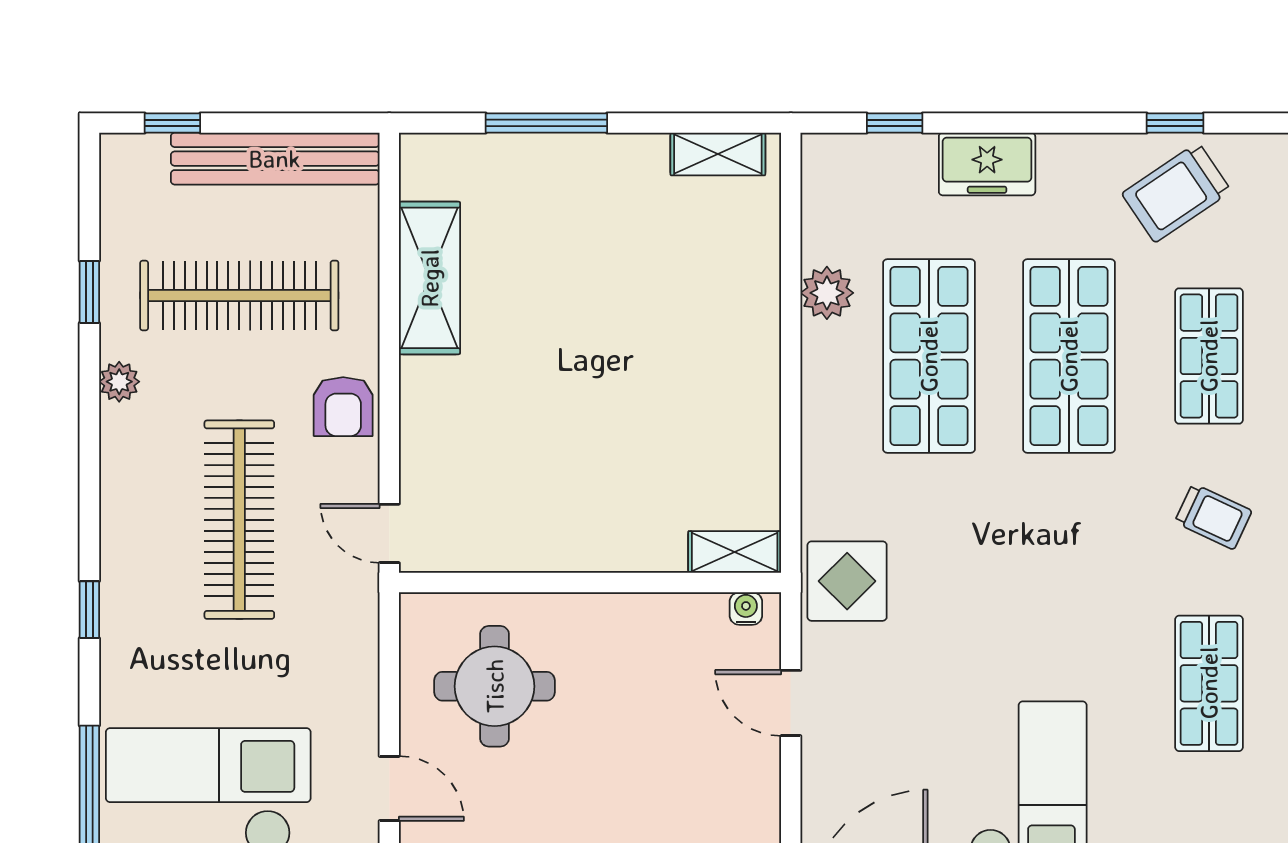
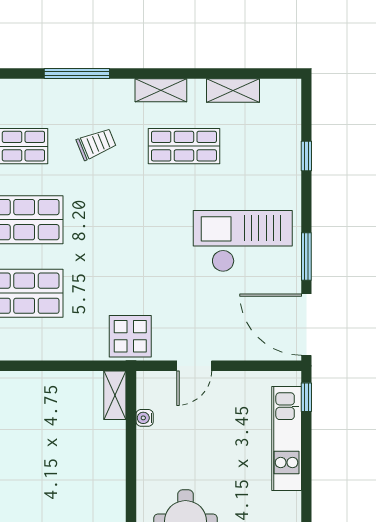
trolley: (1213, 516) -> (96, 144), turned 43
water cooler: (746, 609) -> (145, 418), moved

